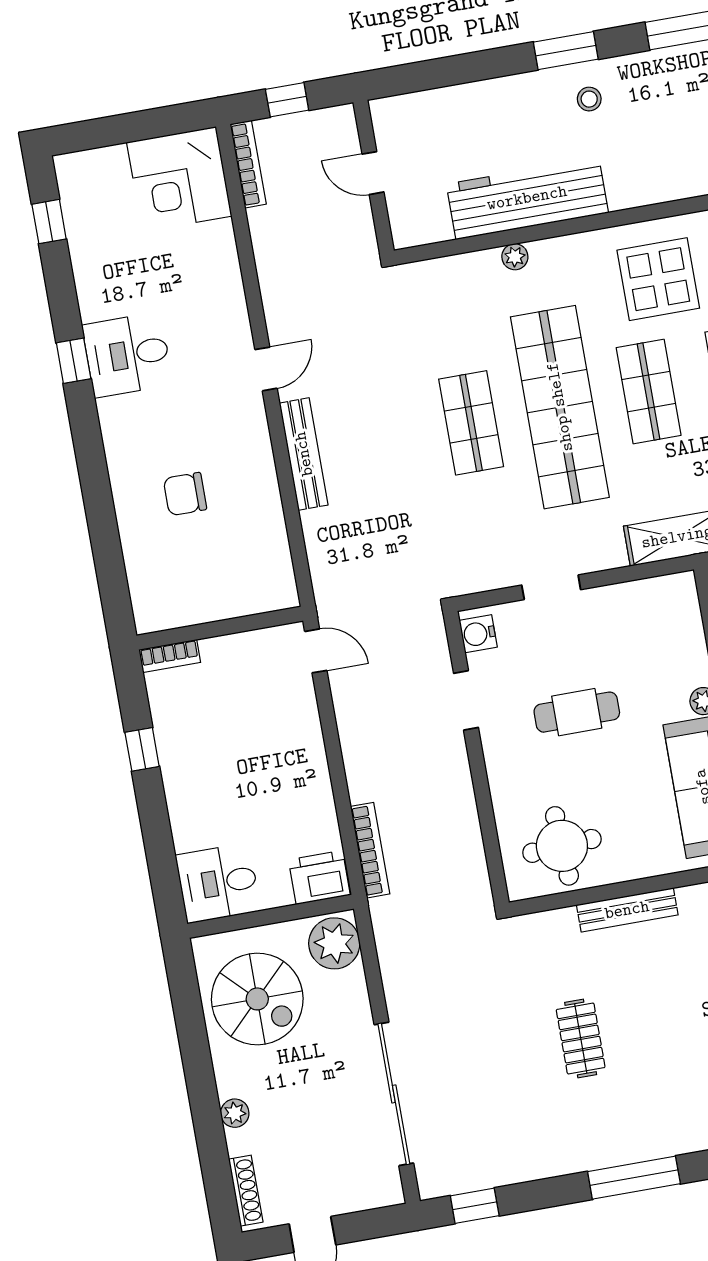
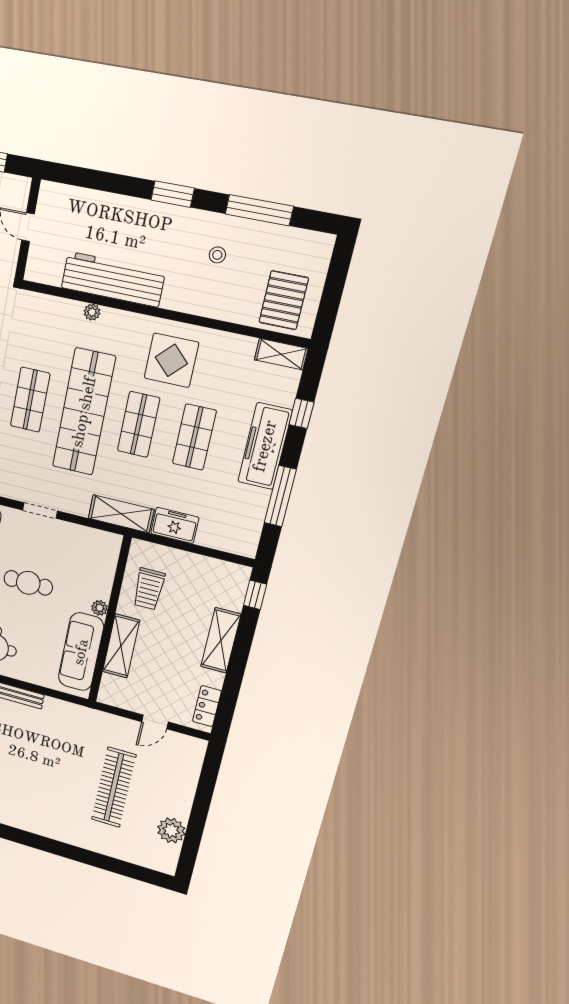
stool: (589, 99) -> (217, 255), moved

